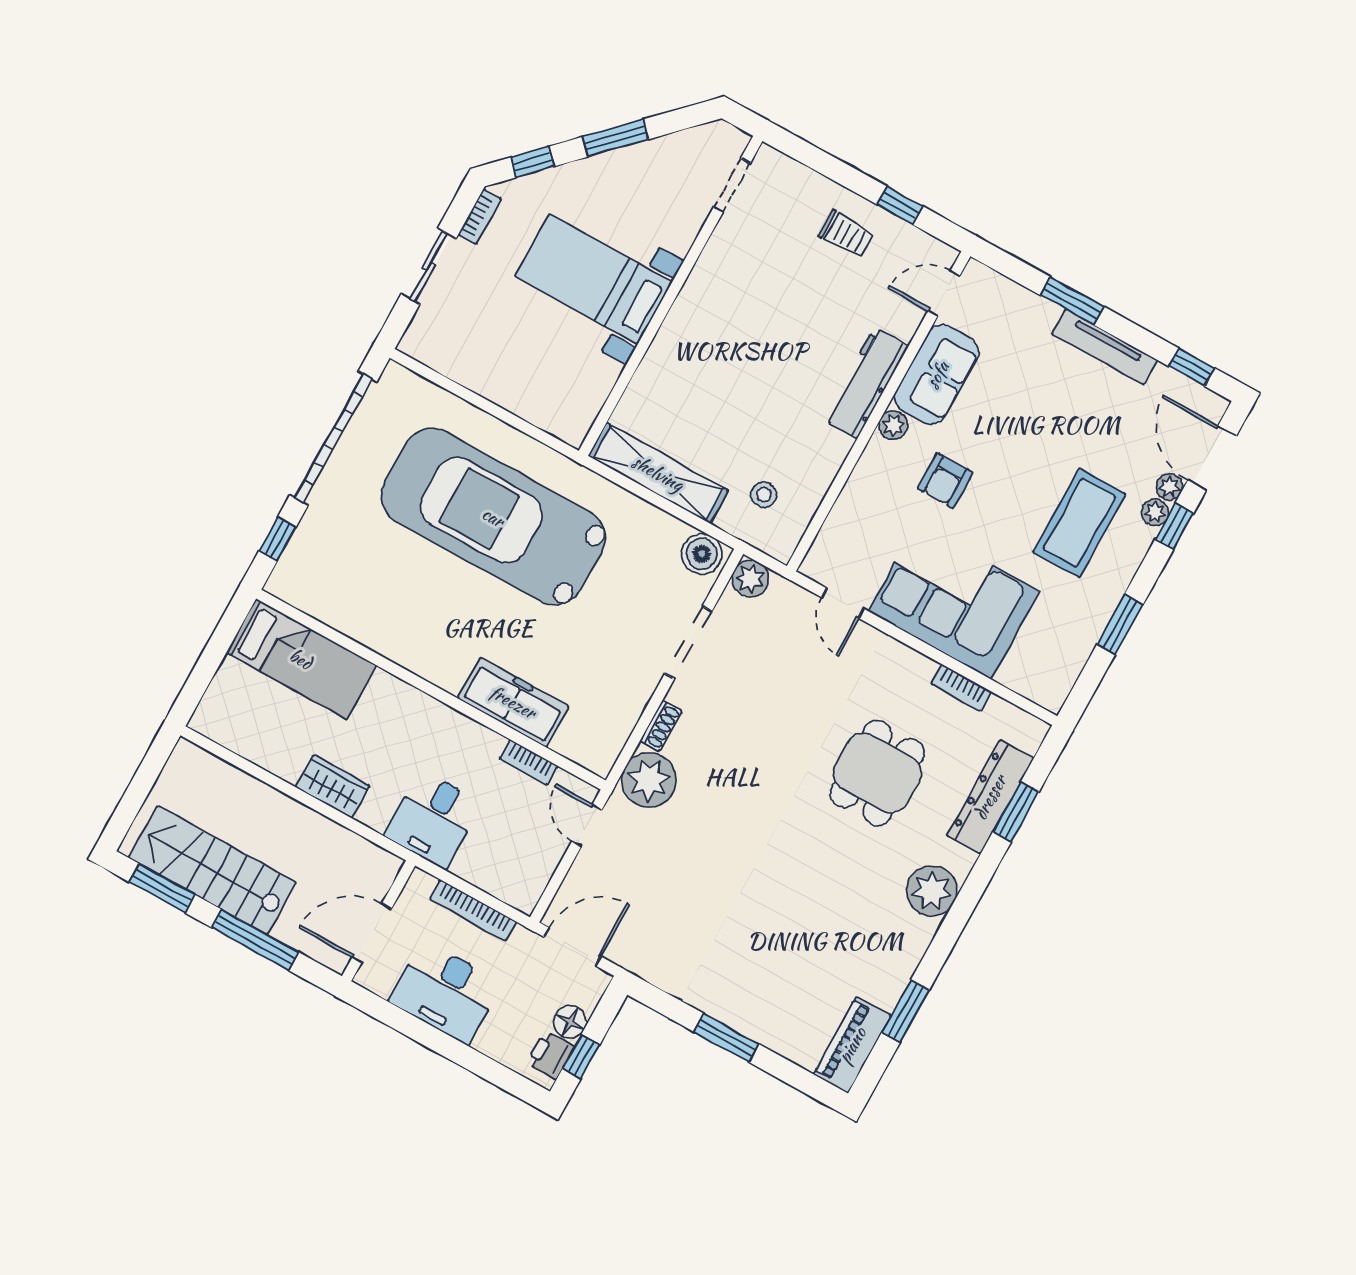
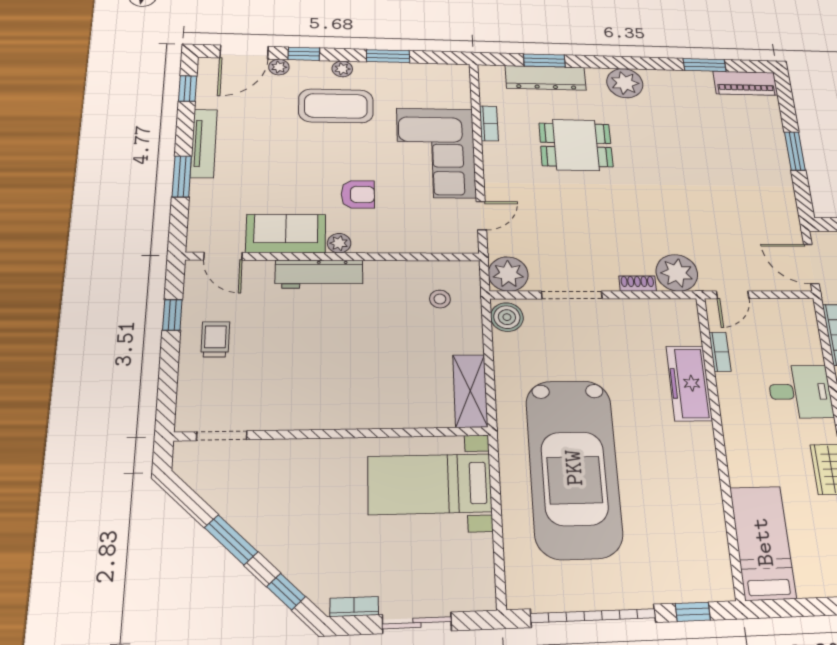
bed with nightstands: (593, 279) -> (430, 484), moved, turned 90
shelving: (658, 473) -> (470, 391), width x0.68
plant: (1155, 512) -> (342, 69), moved
plant: (750, 579) -> (508, 274), width x1.36, depth x1.36

